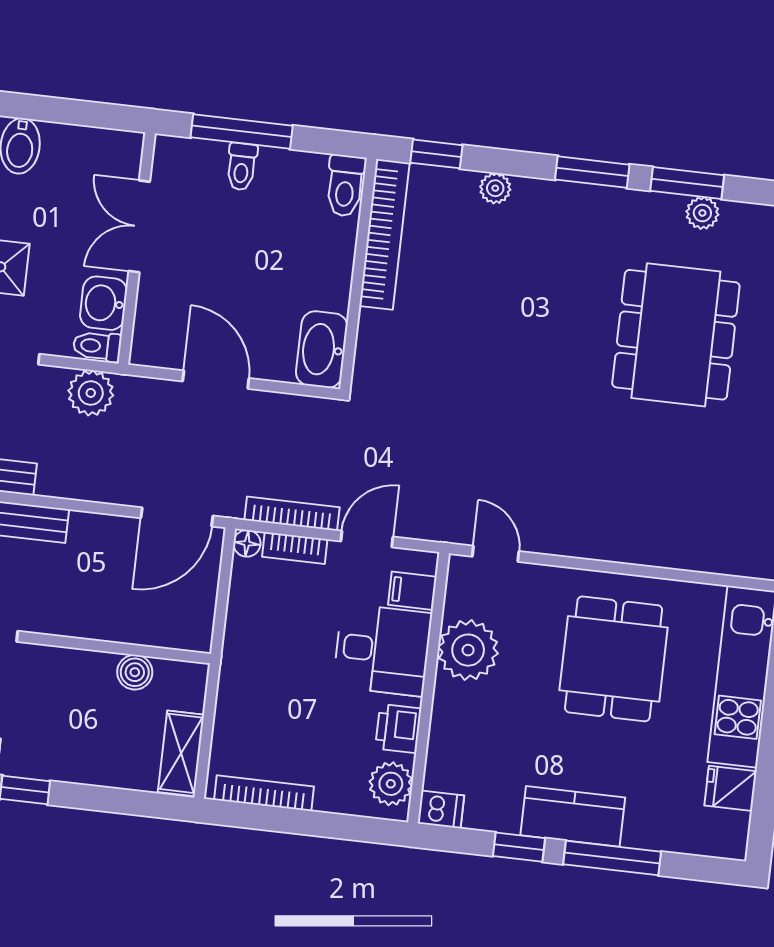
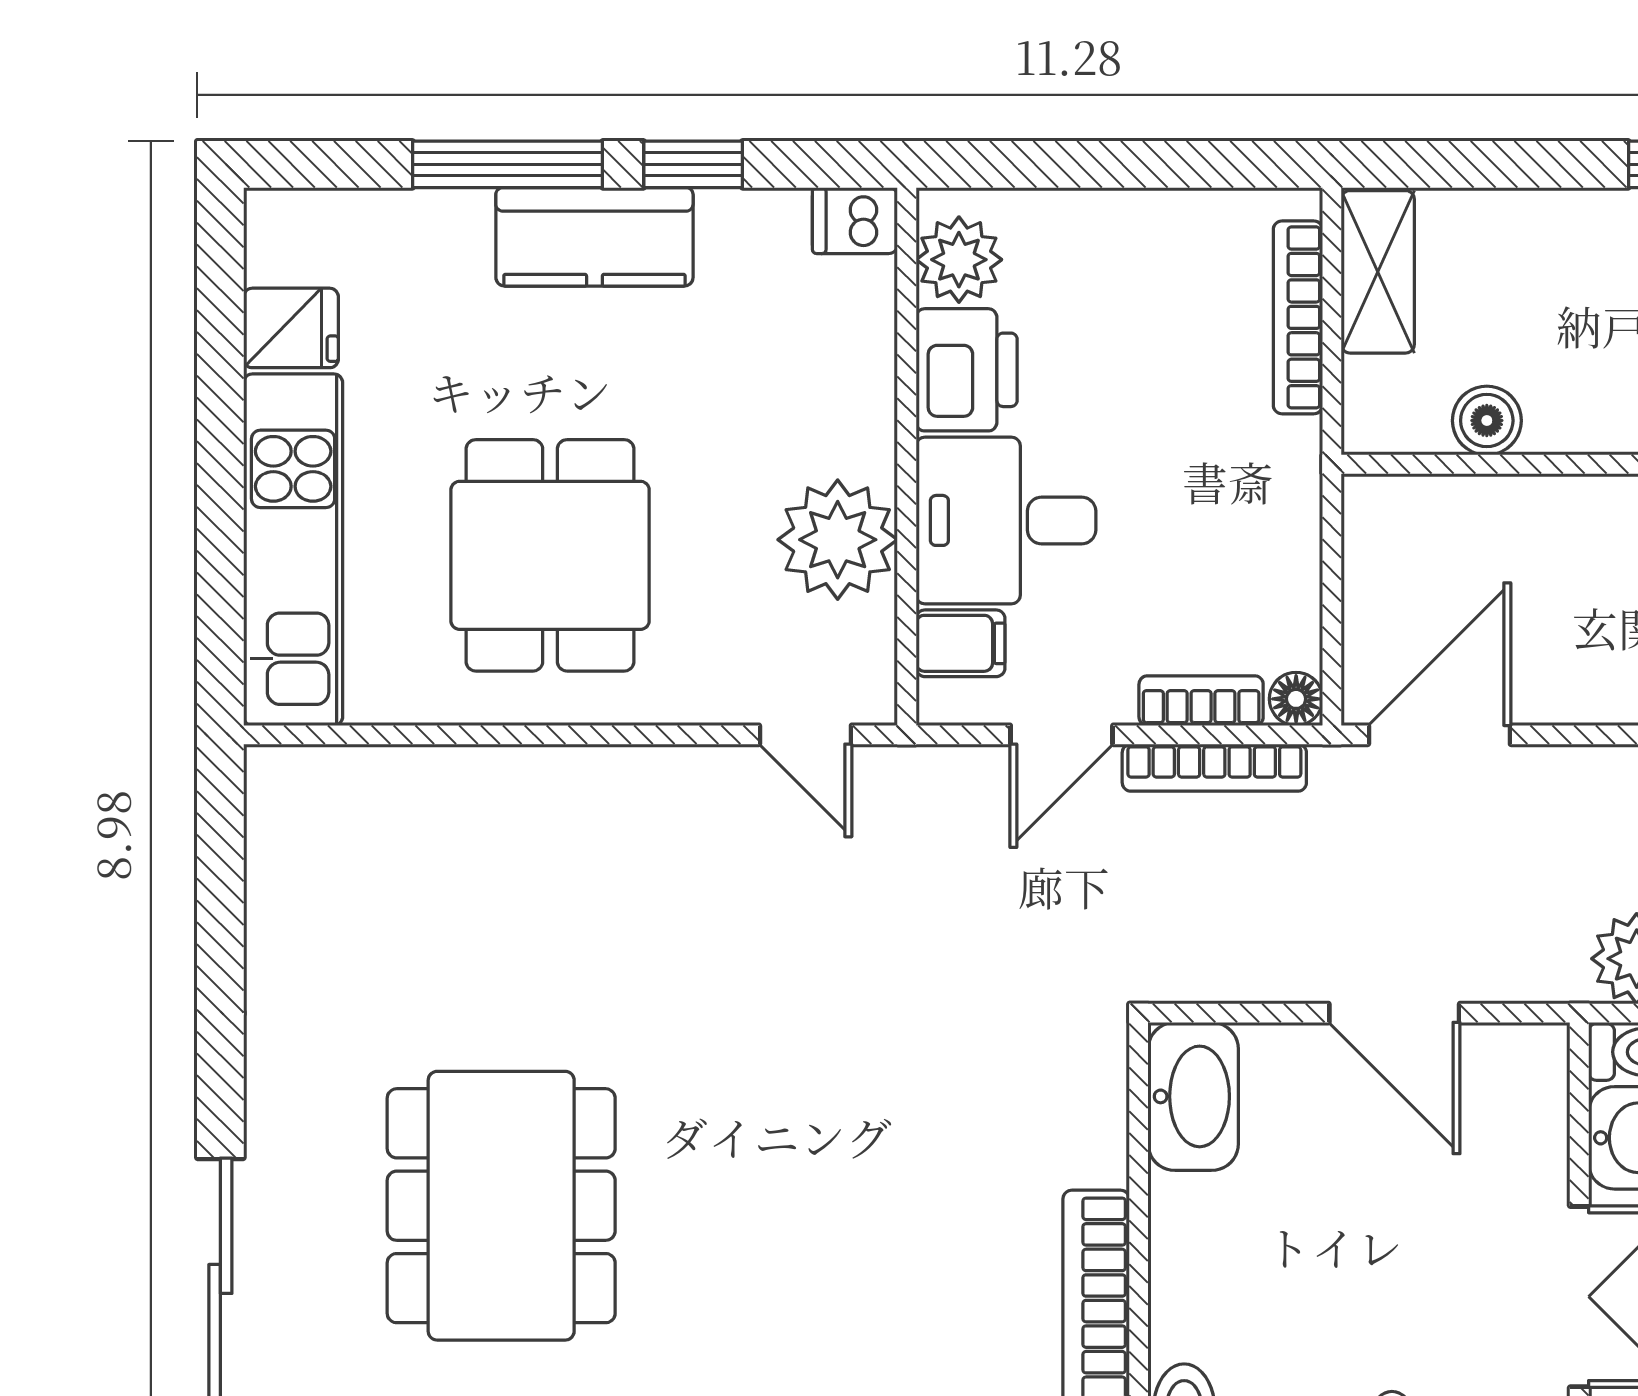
printer: (398, 728) -> (967, 370), width x1.36, depth x1.24
bookcase: (264, 793) -> (1298, 317), moved, turned 90

